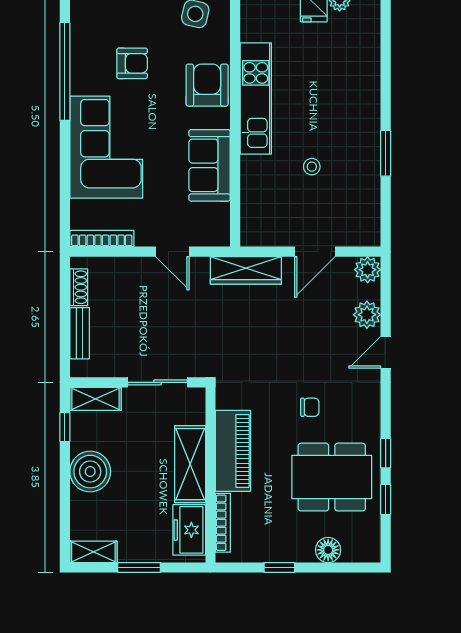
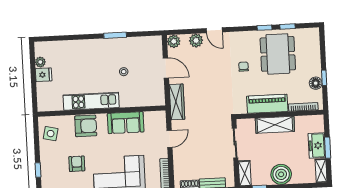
armchair: (207, 85) -> (86, 126), turned 180
freezer: (189, 530) -> (317, 146), moved, turned 90
floor lamp: (328, 550) -> (316, 83), moved

